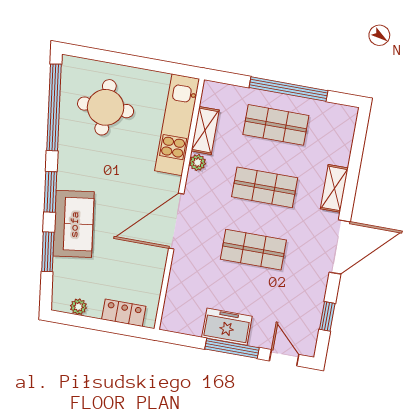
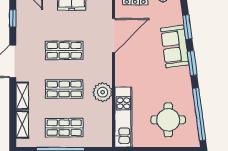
shelving: (205, 130) -> (22, 125), moved
plant: (198, 162) -> (103, 92), width x1.88, depth x1.88
door: (176, 221) -> (114, 36), moved

